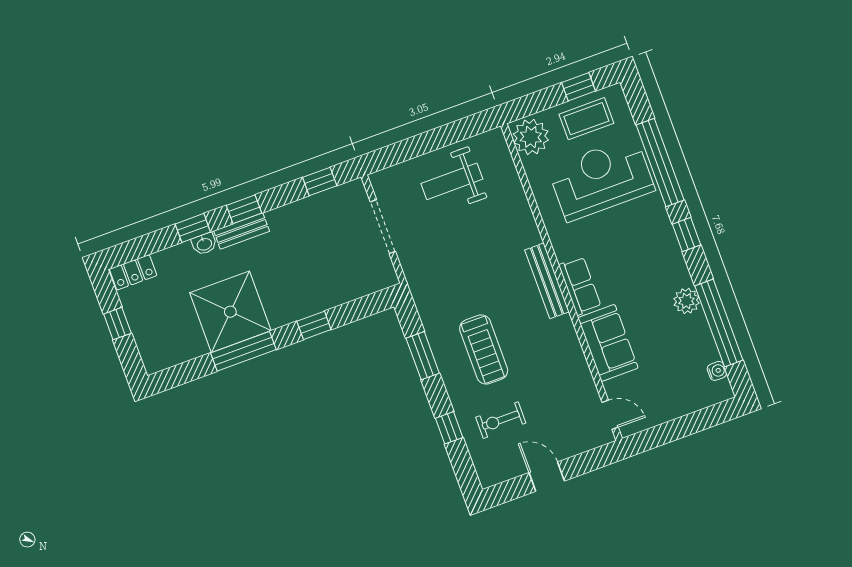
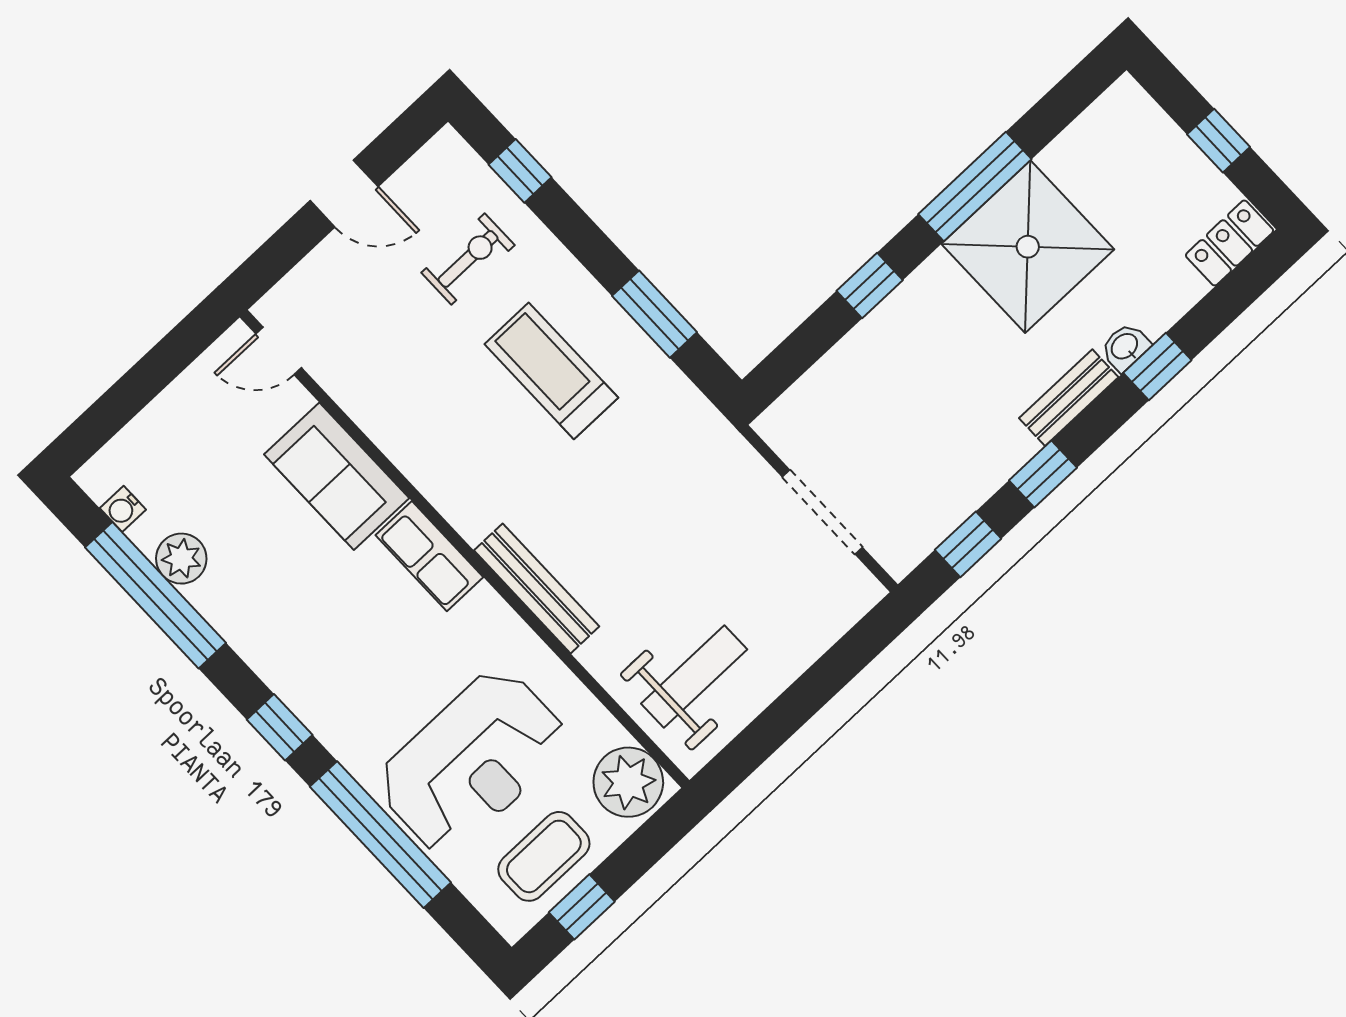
weight bench: (452, 181) -> (694, 676), moved
window: (244, 209) -> (1043, 474), moved
bench: (547, 281) -> (537, 588), moved
plant: (687, 301) -> (181, 559), moved
window: (449, 428) -> (520, 171), moved

